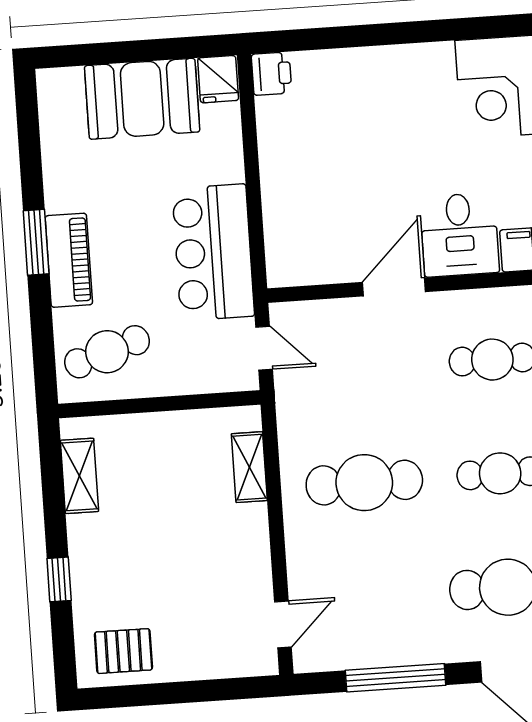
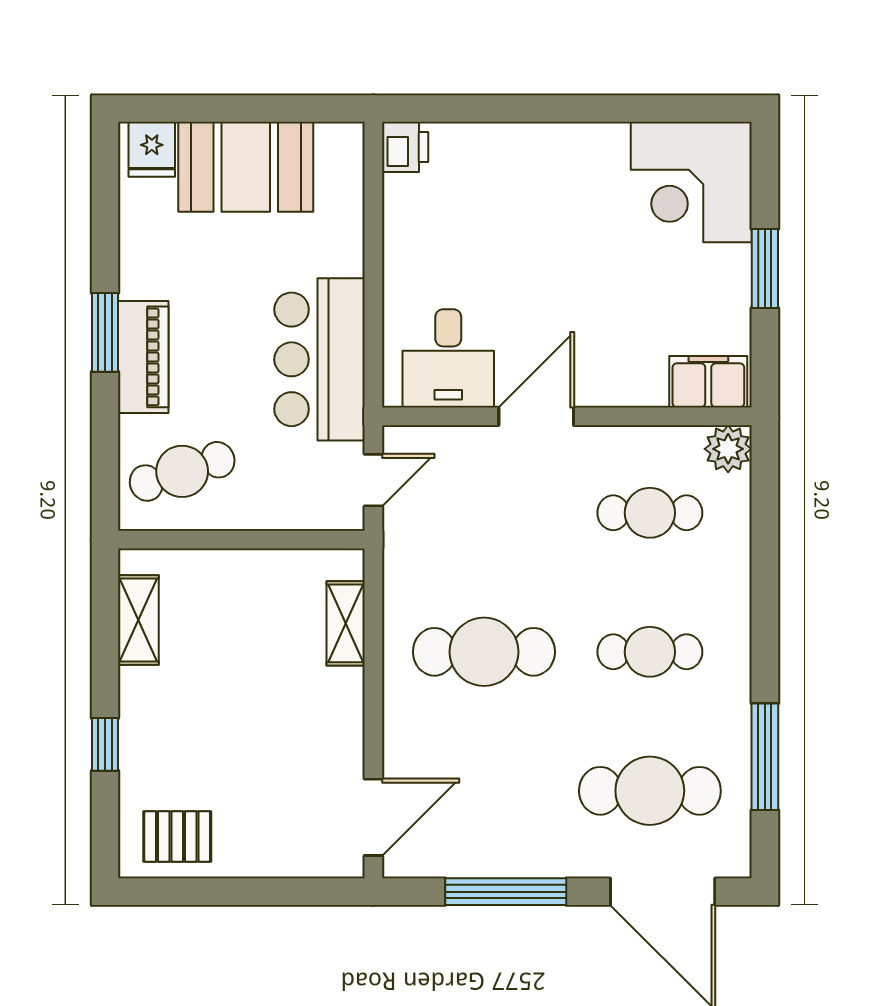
fridge: (218, 79) -> (152, 149), moved
desk: (459, 235) -> (448, 358), moved
door: (264, 348) -> (373, 480), hinge flipped
door: (283, 624) -> (373, 817), width x1.38

